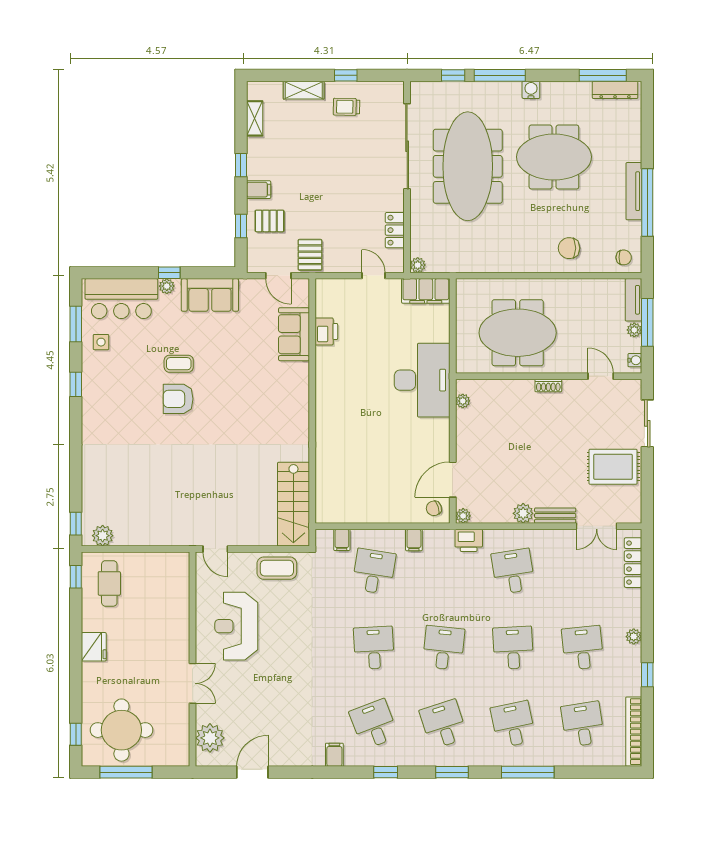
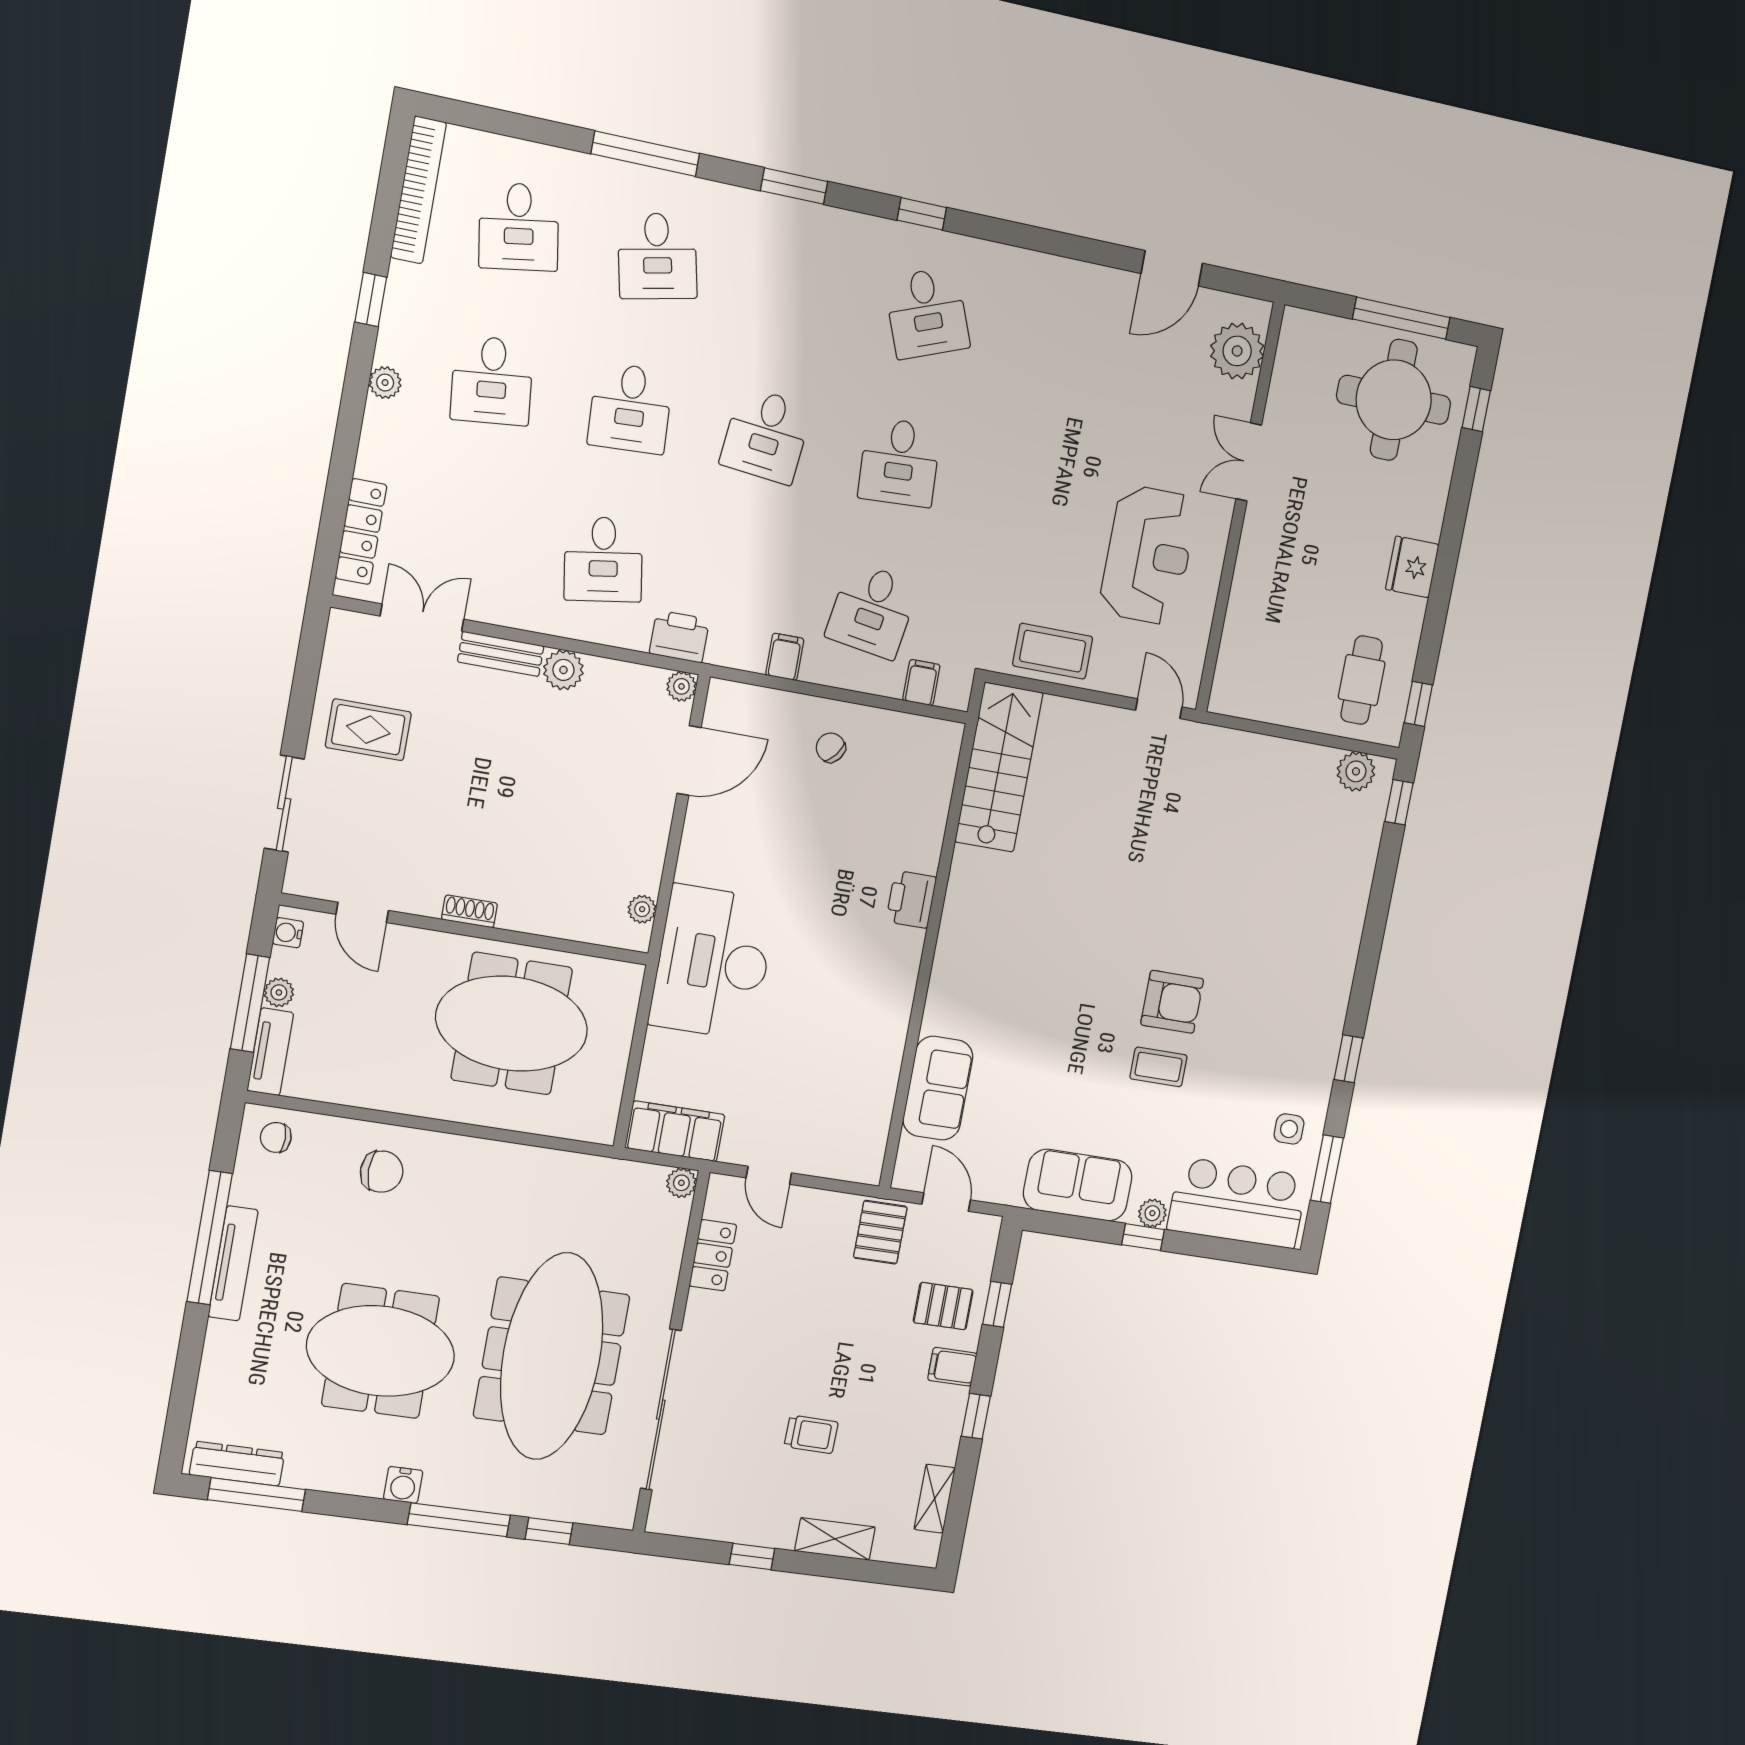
trolley: (347, 107) -> (811, 1434), moved
printer: (326, 331) -> (911, 899), moved
rug: (613, 467) -> (368, 730), width x0.73, depth x0.70
chair: (434, 508) -> (831, 748), moved, turned -123
desk: (443, 724) -> (793, 285), removed
filing cabinet: (334, 755) -> (1013, 269), removed

